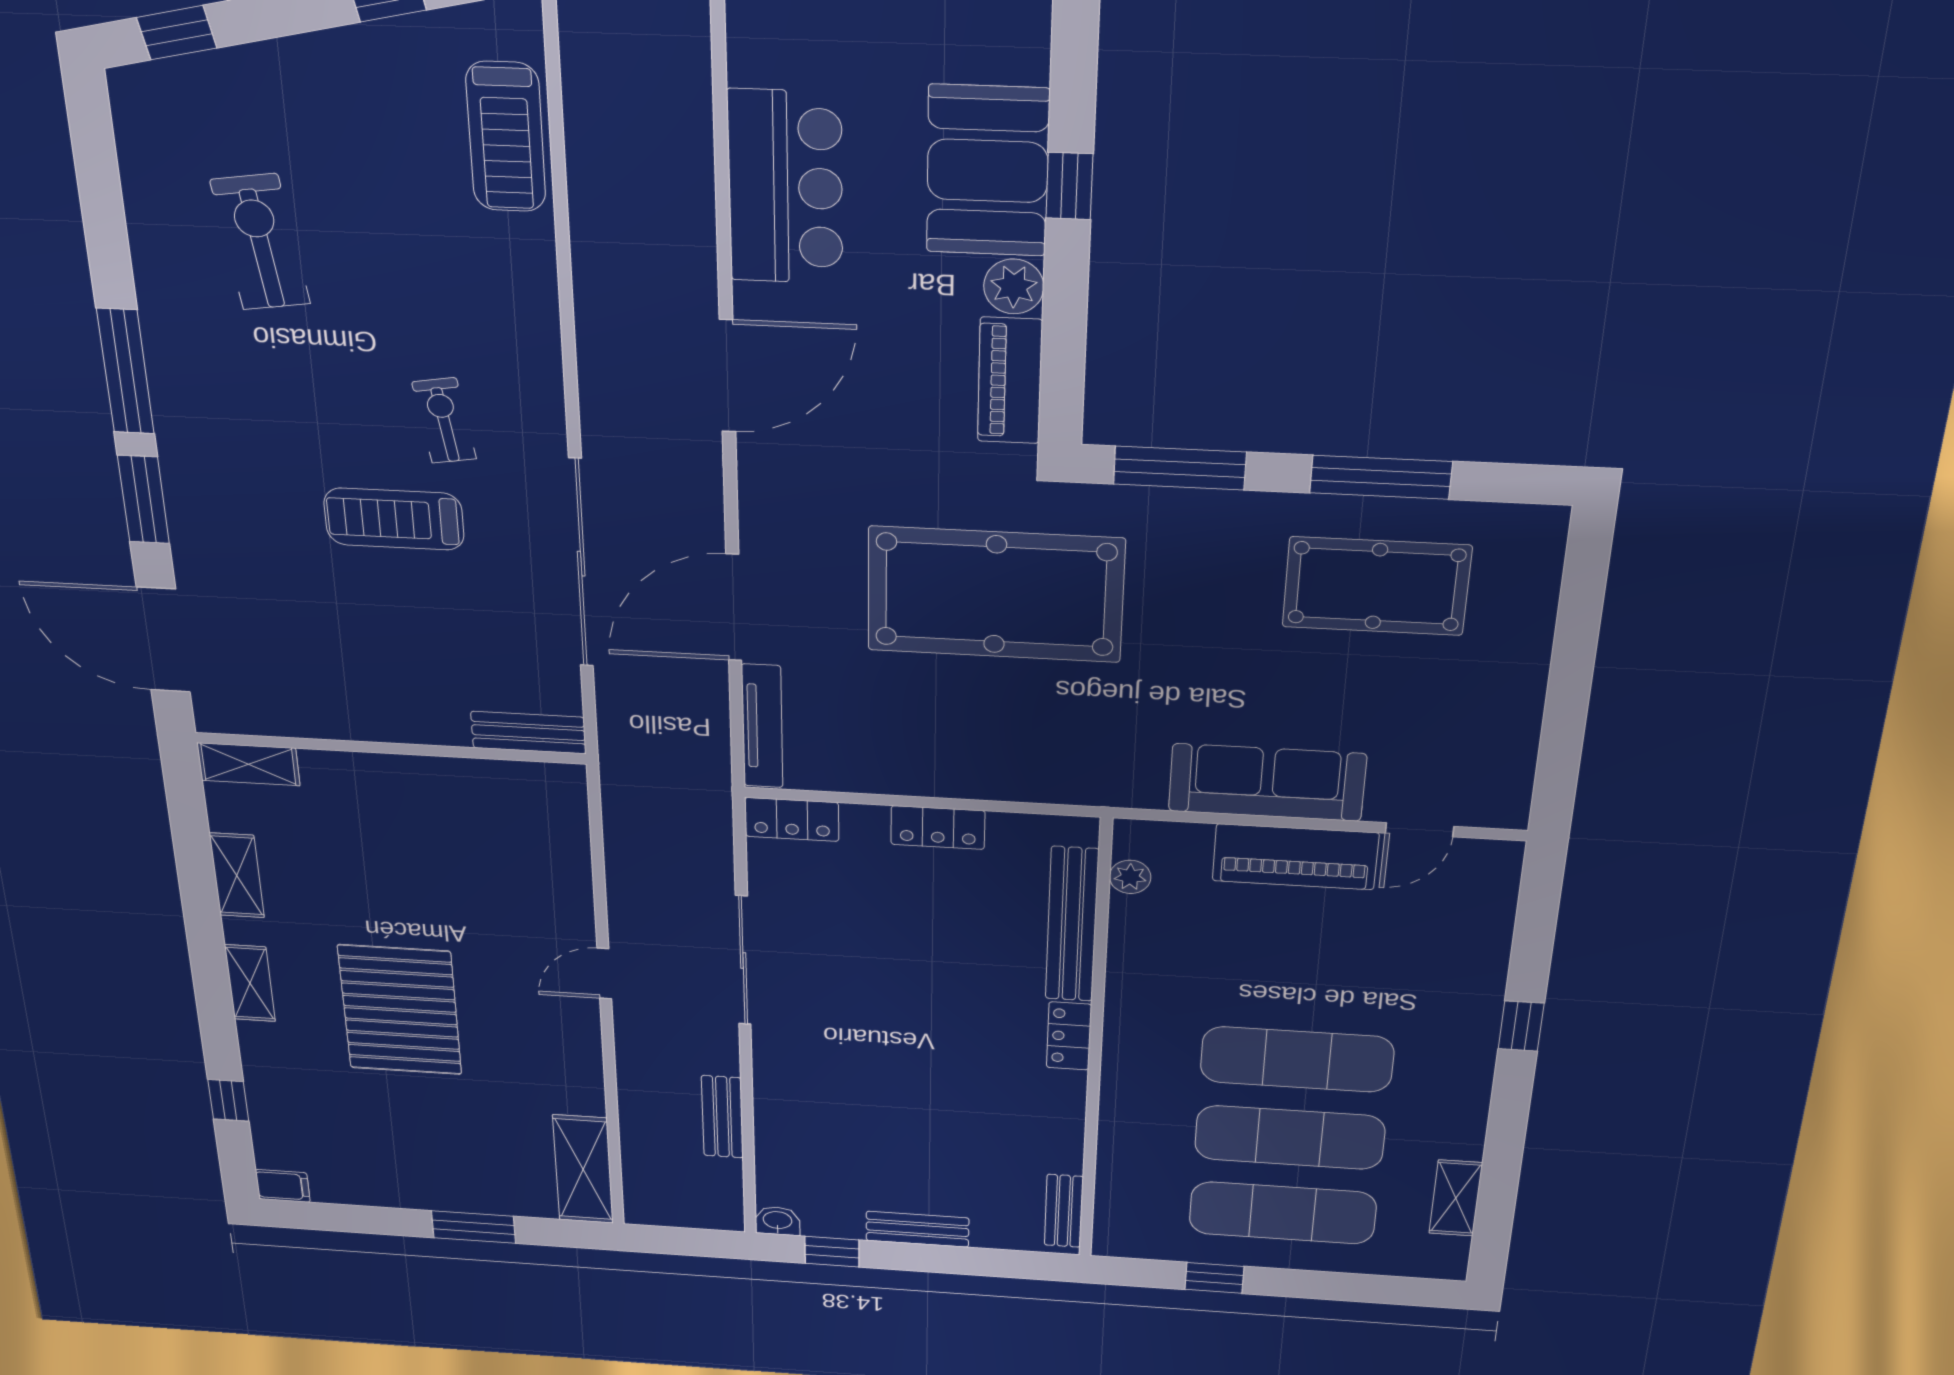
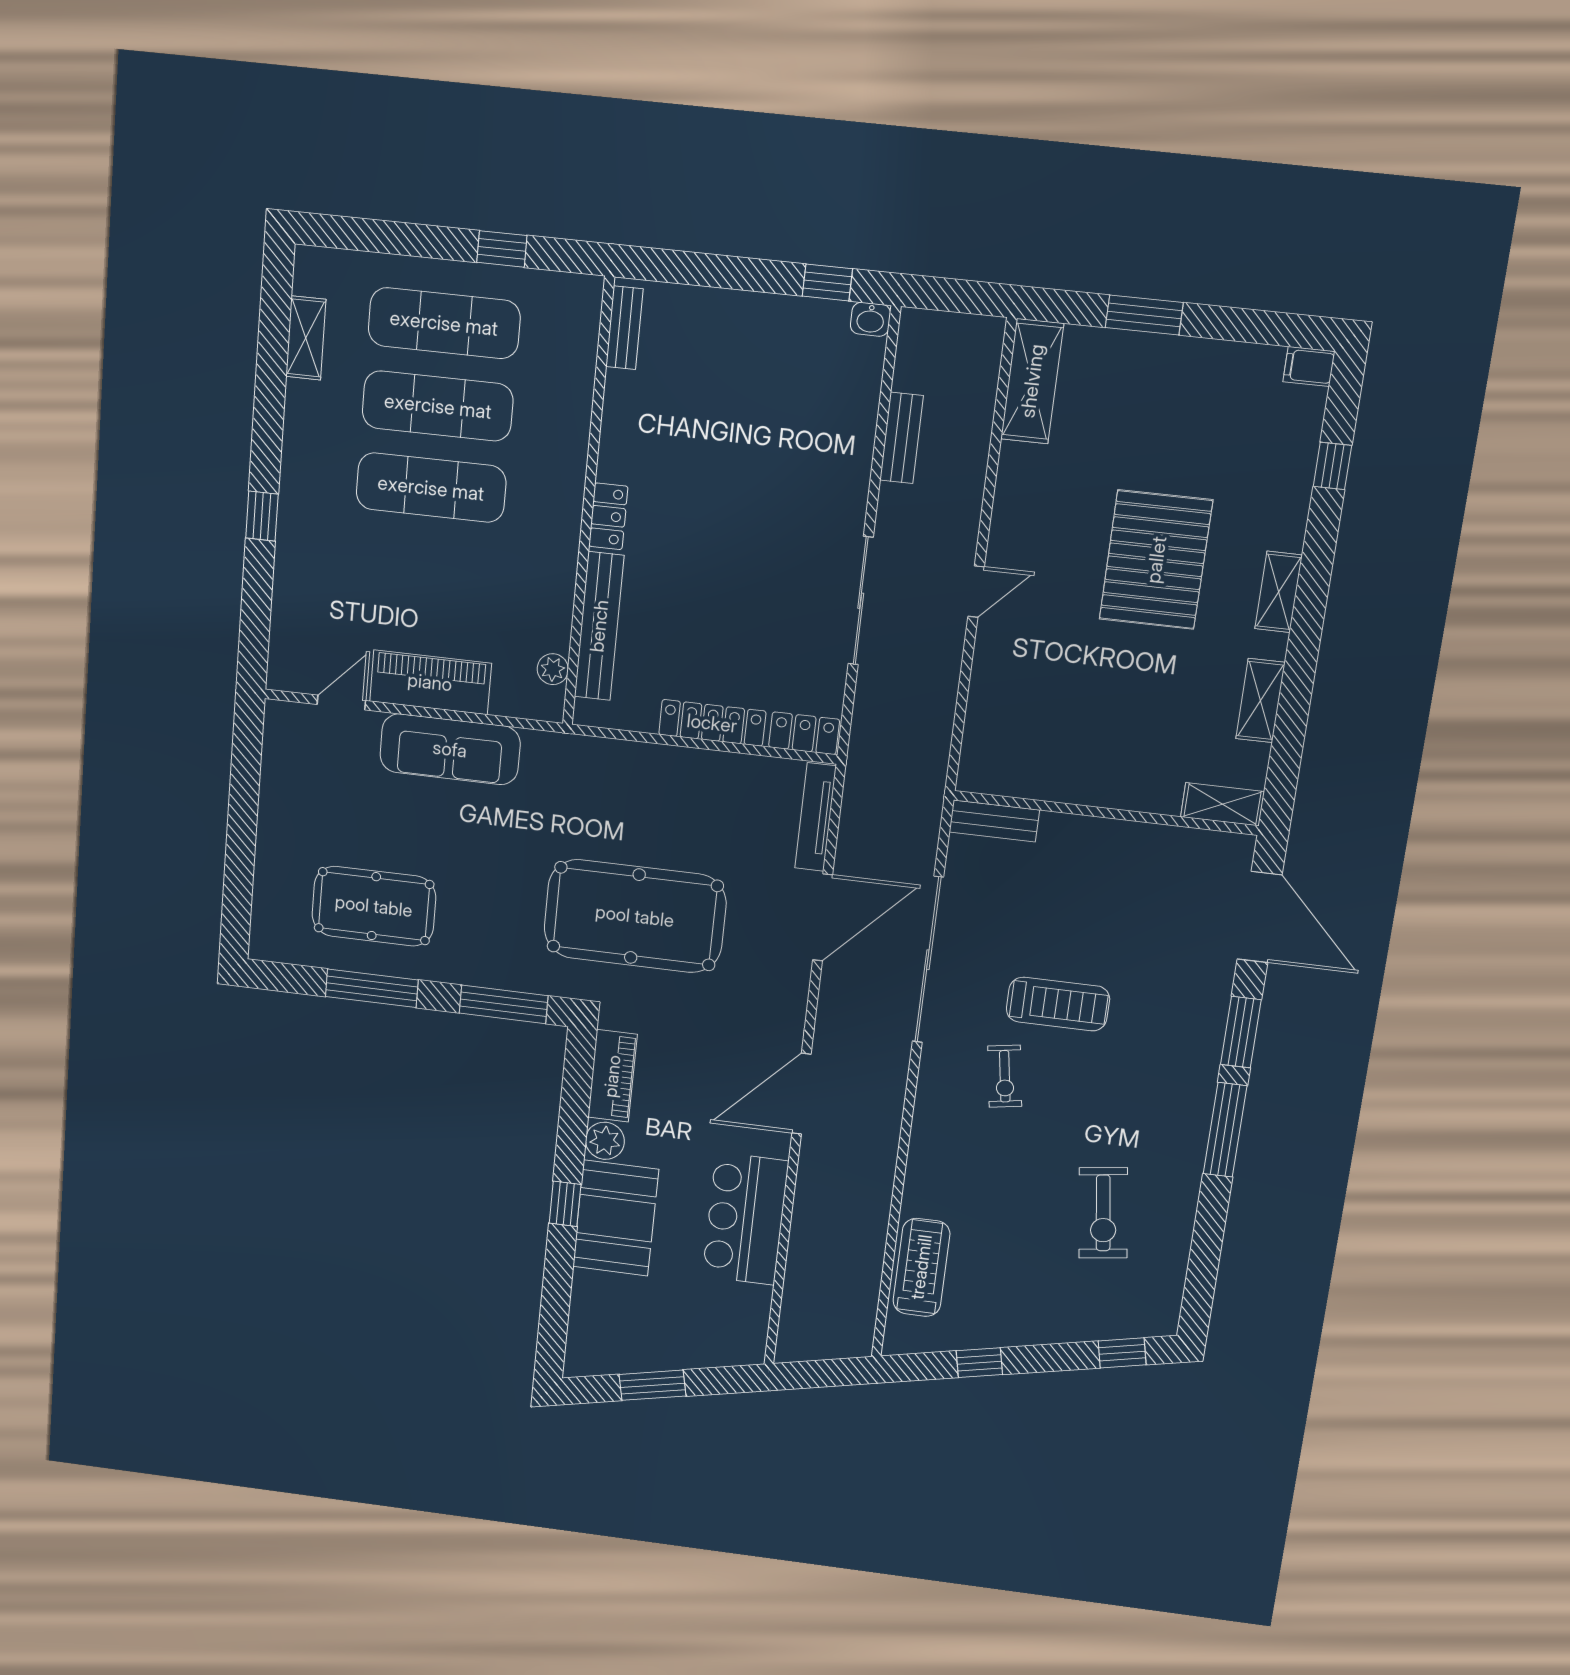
locker: (938, 828) -> (712, 723), width x1.53
bench: (917, 1229) -> (750, 308), removed

